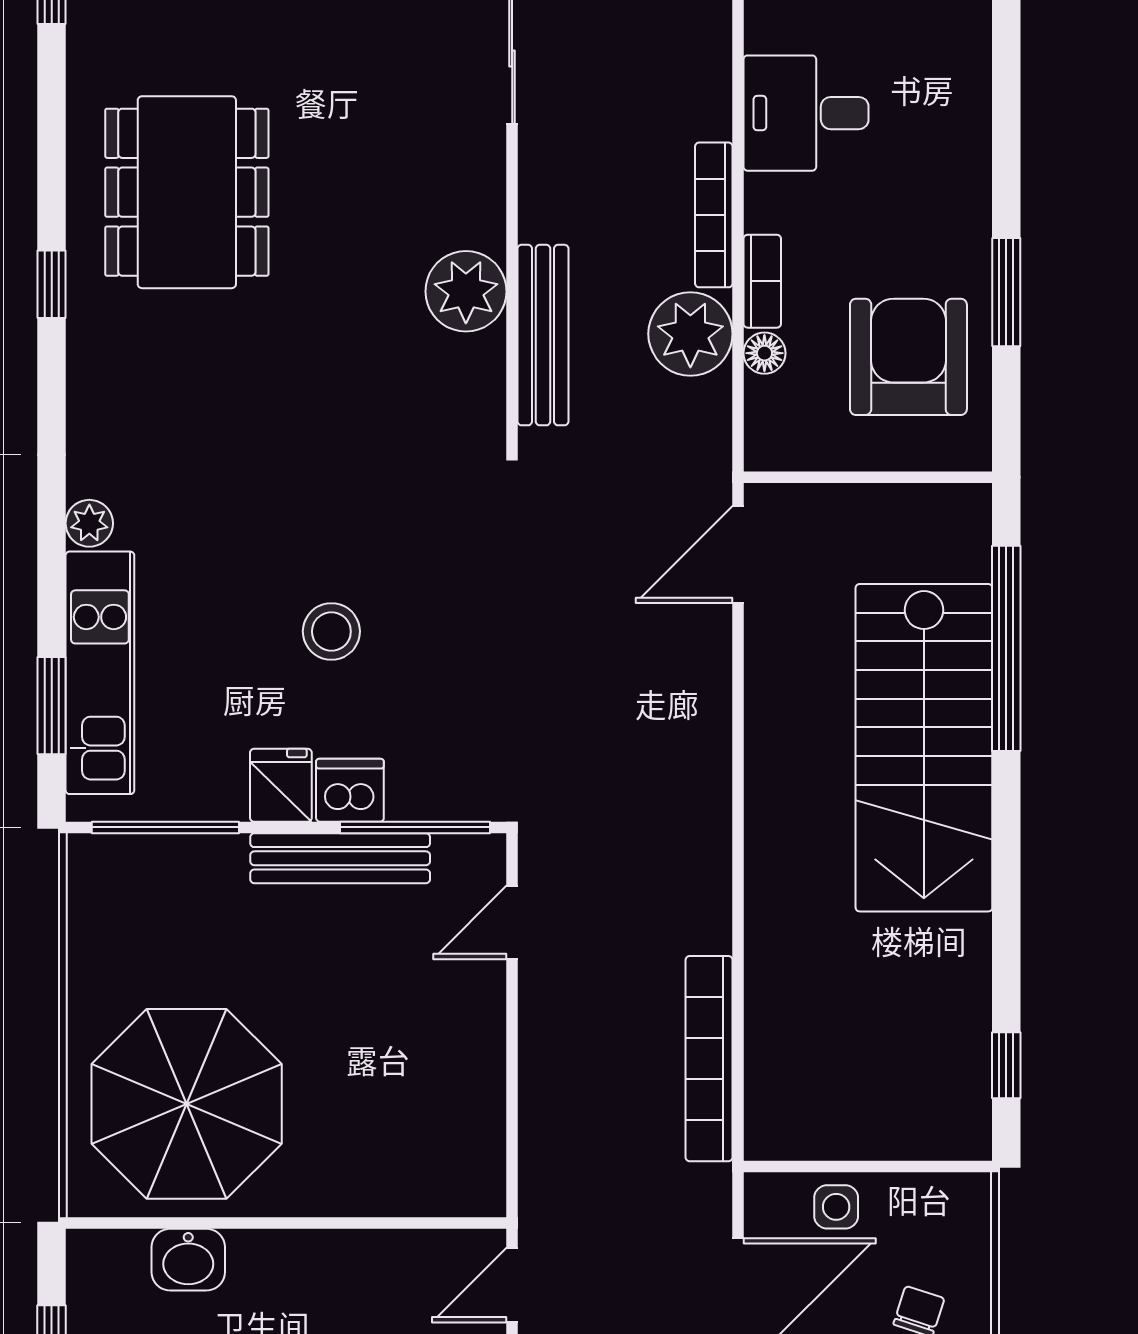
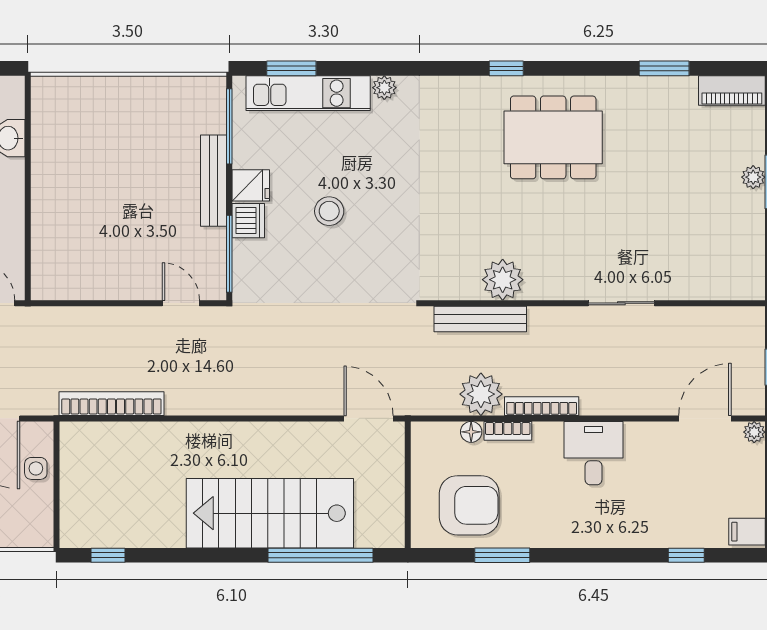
bench: (340, 858) -> (214, 181), moved
parasol: (187, 1104) -> (88, 137), removed

